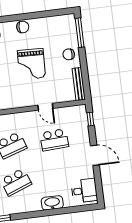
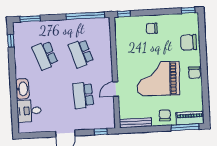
piano: (70, 28) -> (190, 118), added
grand piano: (31, 64) -> (158, 78), width x1.37, depth x1.48
desk: (84, 191) -> (29, 111), moved, turned 90

